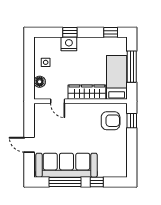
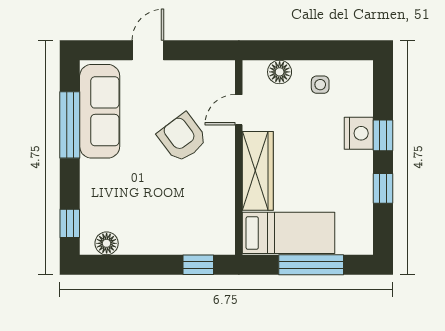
window: (111, 32) -> (383, 188), moved
armchair: (111, 121) -> (182, 138), moved, turned 143
floor lamp: (122, 164) -> (107, 243), added
sofa: (66, 165) -> (100, 111), width x0.74, depth x0.79
window: (97, 182) -> (70, 223), moved

